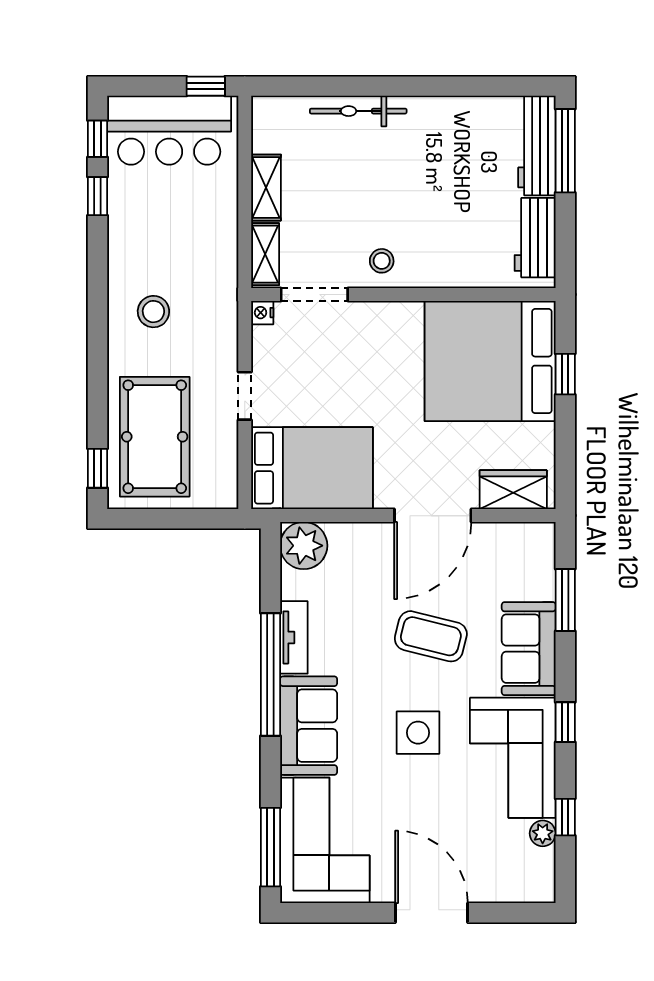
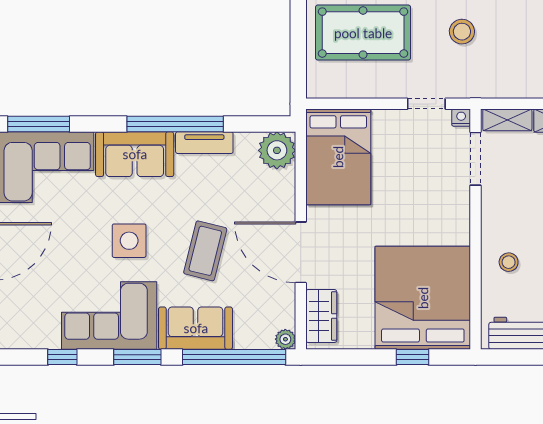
stool: (382, 261) -> (509, 262), moved
doorway: (245, 396) -> (426, 104), moved
window: (565, 600) -> (234, 357), width x2.11
window: (565, 722) -> (137, 357), width x1.50
plant: (543, 833) -> (285, 339), moved

